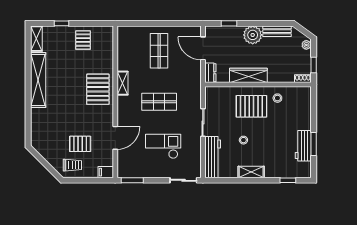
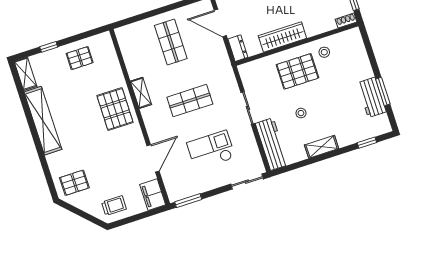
pallet: (83, 40) -> (80, 58), turned 90
pallet: (80, 144) -> (74, 183), moved
filing cabinet: (106, 172) -> (153, 195), width x2.00

